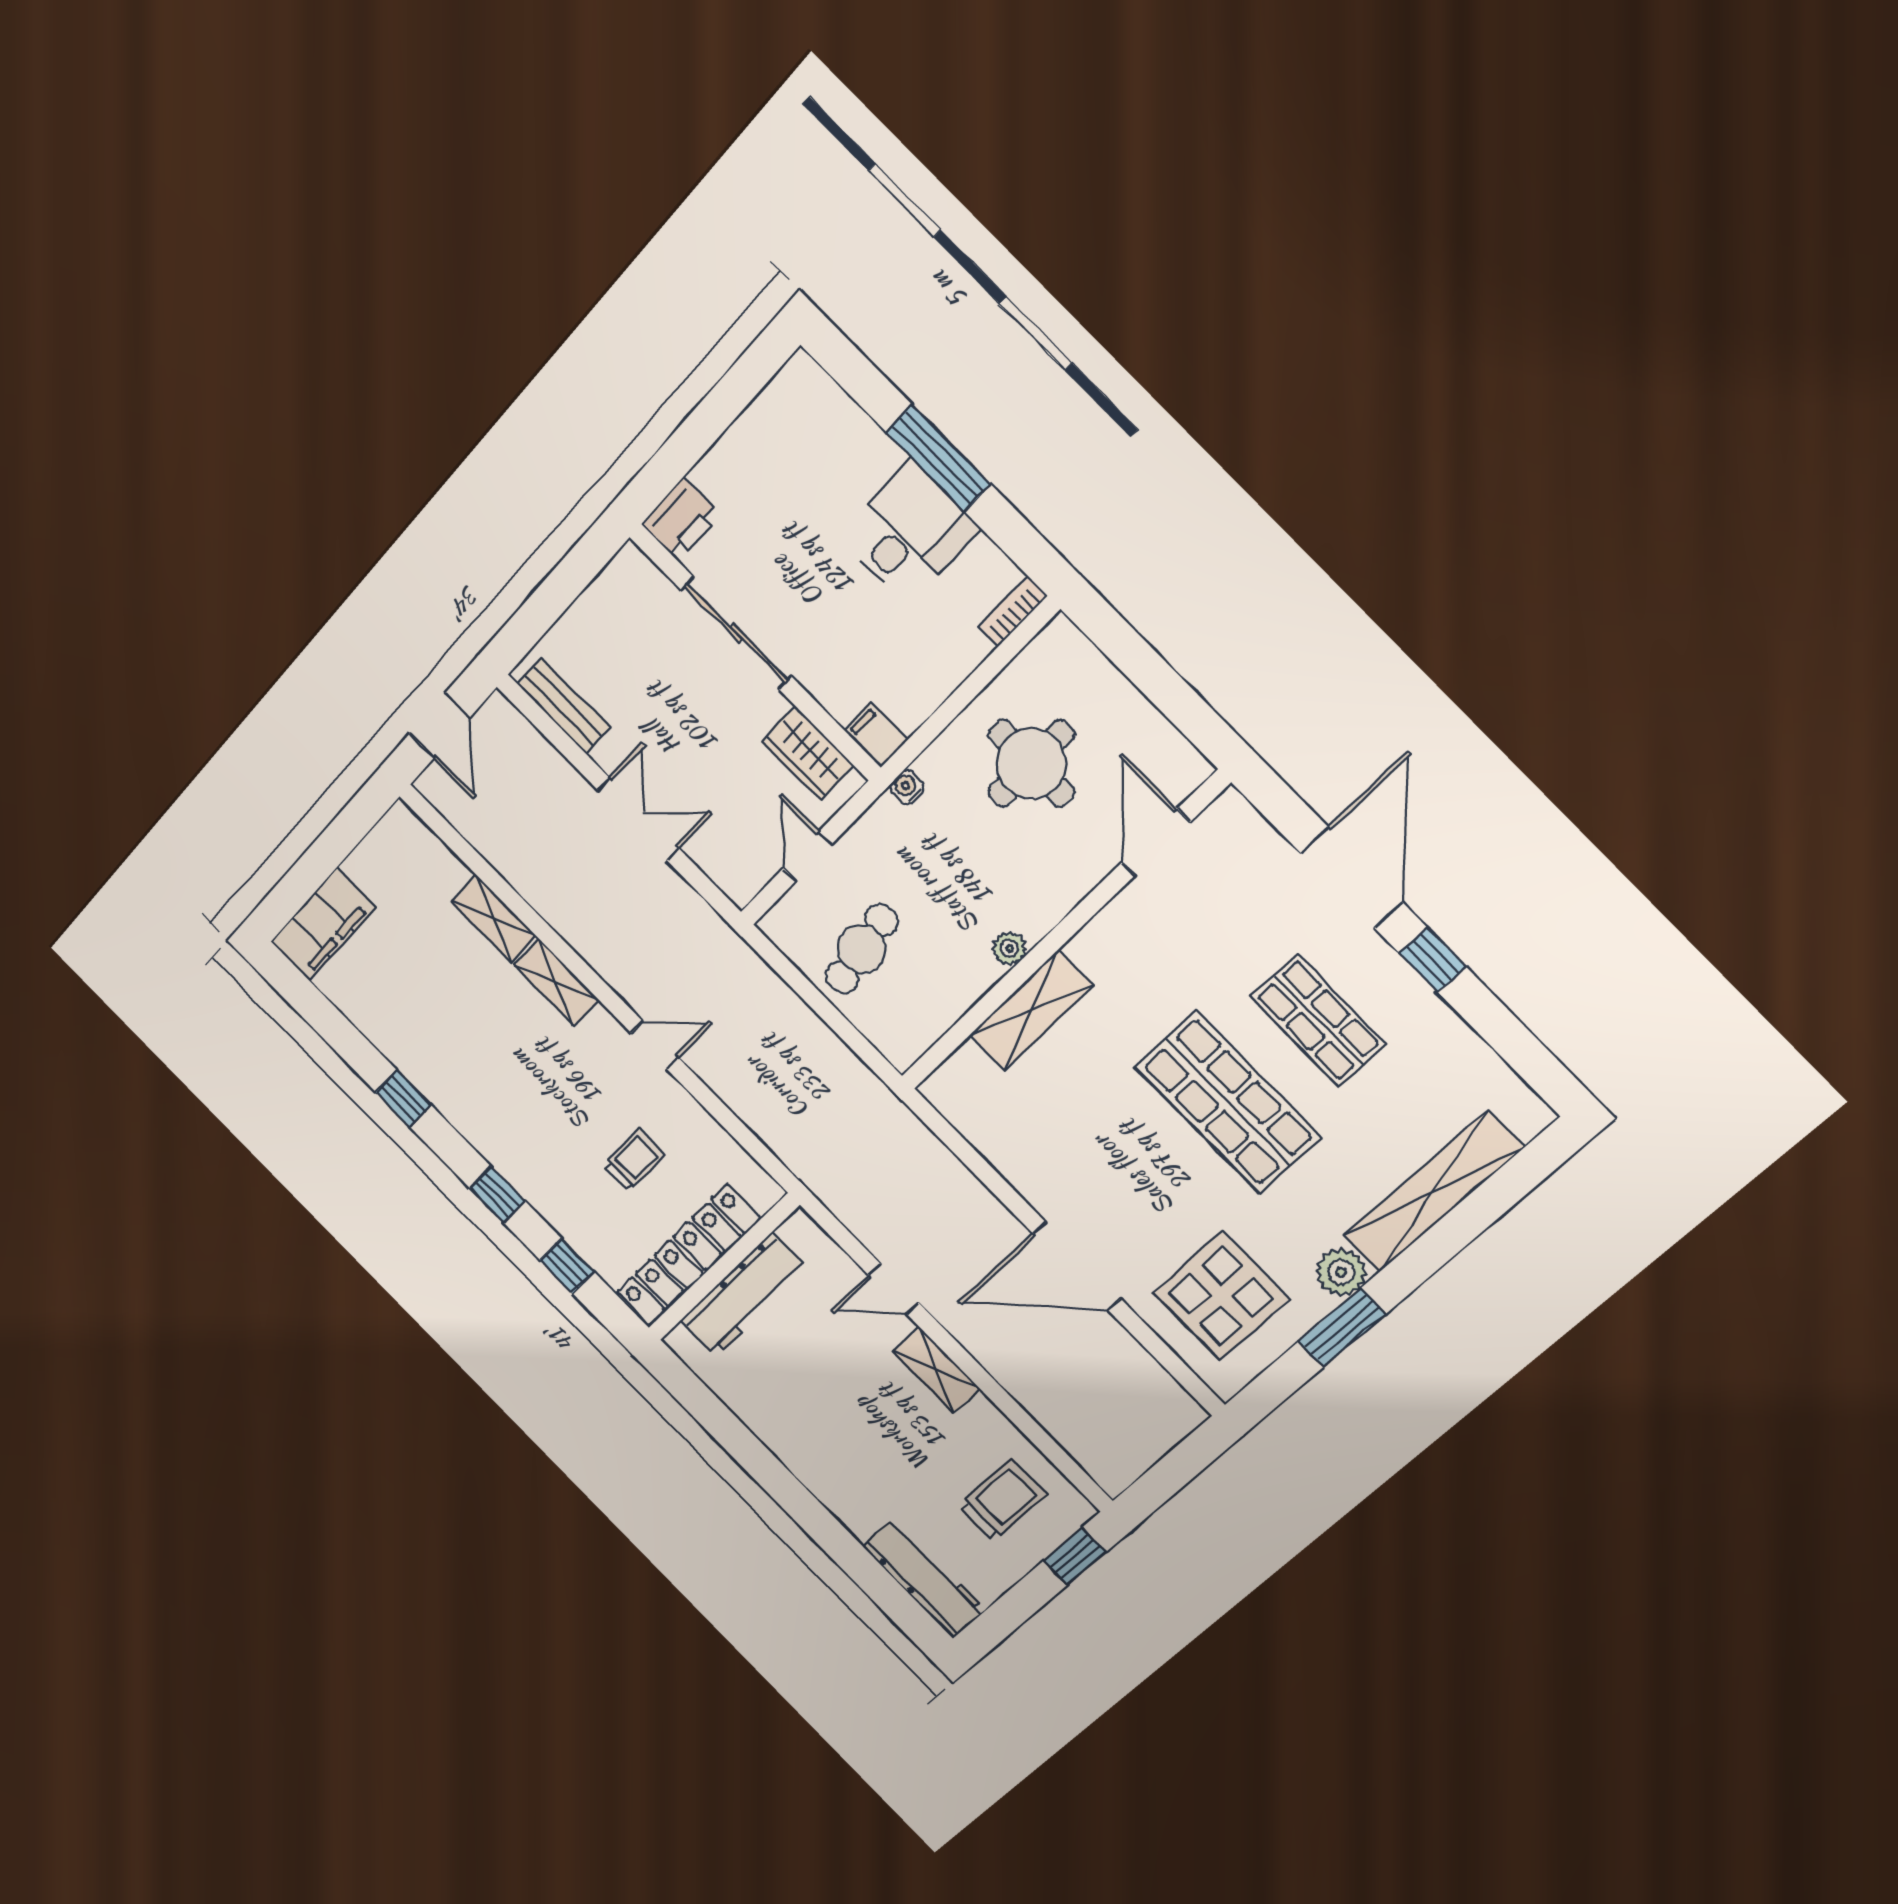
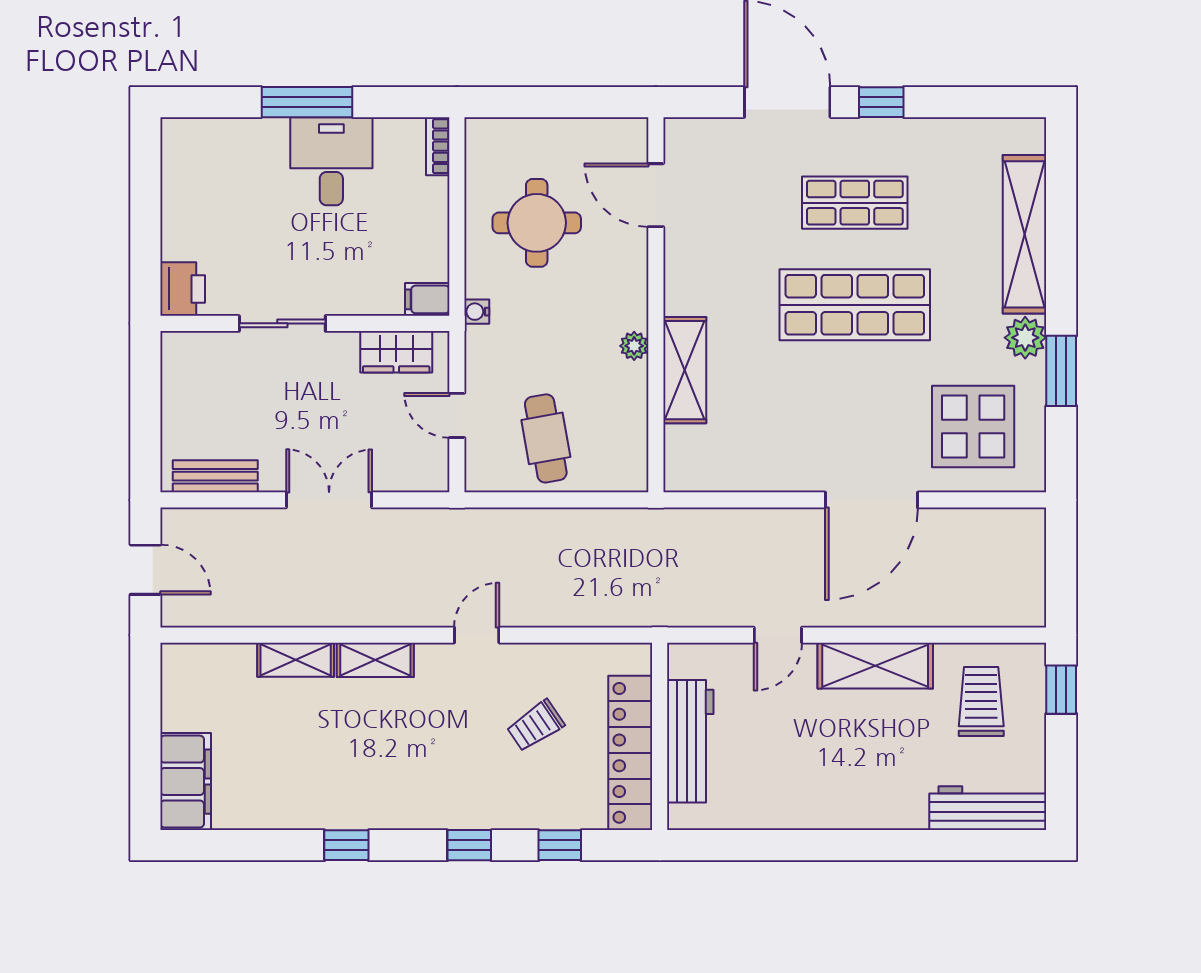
sliding door: (736, 633) -> (282, 323), width x0.73
trolley: (634, 1160) -> (535, 726), turned -124
shelving: (936, 1370) -> (875, 666), width x1.50, depth x1.33

